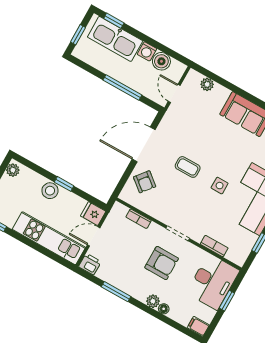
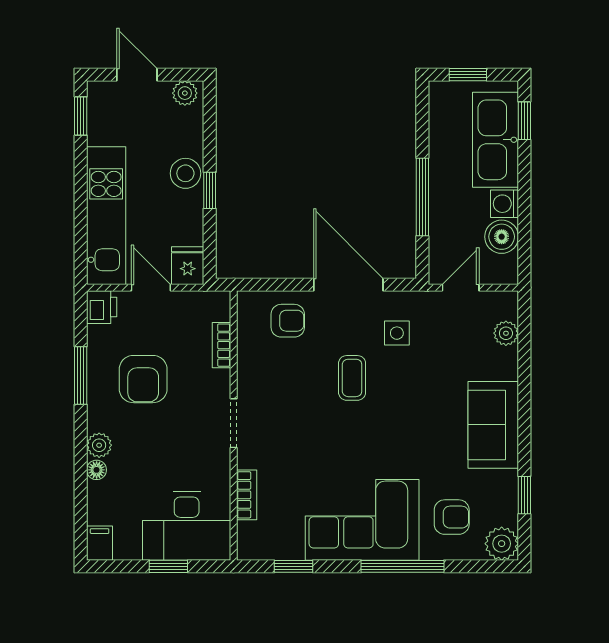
armchair: (145, 182) -> (288, 321), turned -129
side table: (220, 186) -> (397, 333), moved
armchair: (162, 263) -> (143, 379), moved

